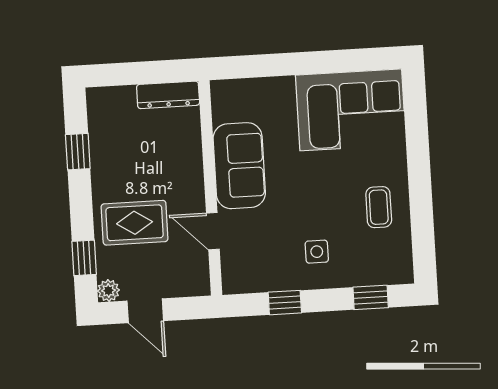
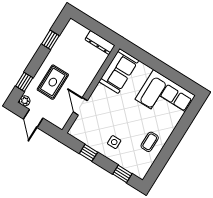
sofa: (239, 166) -> (119, 71), moved
rug: (135, 223) -> (53, 82), turned 90

